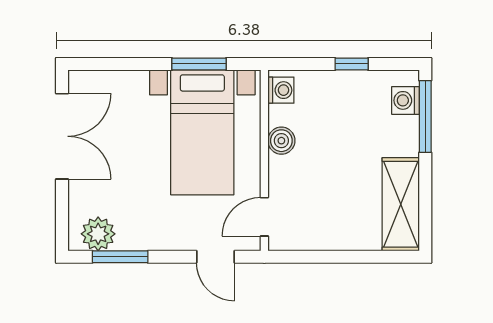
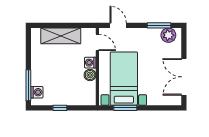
washing machine: (281, 90) -> (90, 63), moved
shelving: (401, 204) -> (61, 36), moved, turned 90
door: (264, 217) -> (97, 42), hinge flipped

